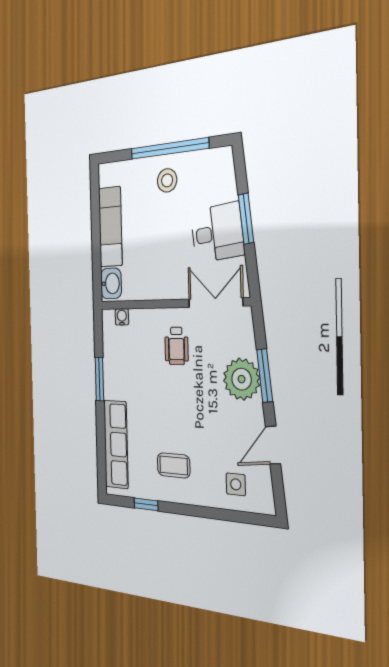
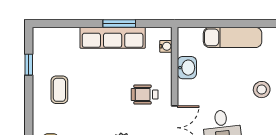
washbasin: (111, 283) -> (187, 68), moved, turned -90
row of seats: (116, 444) -> (113, 38), moved

